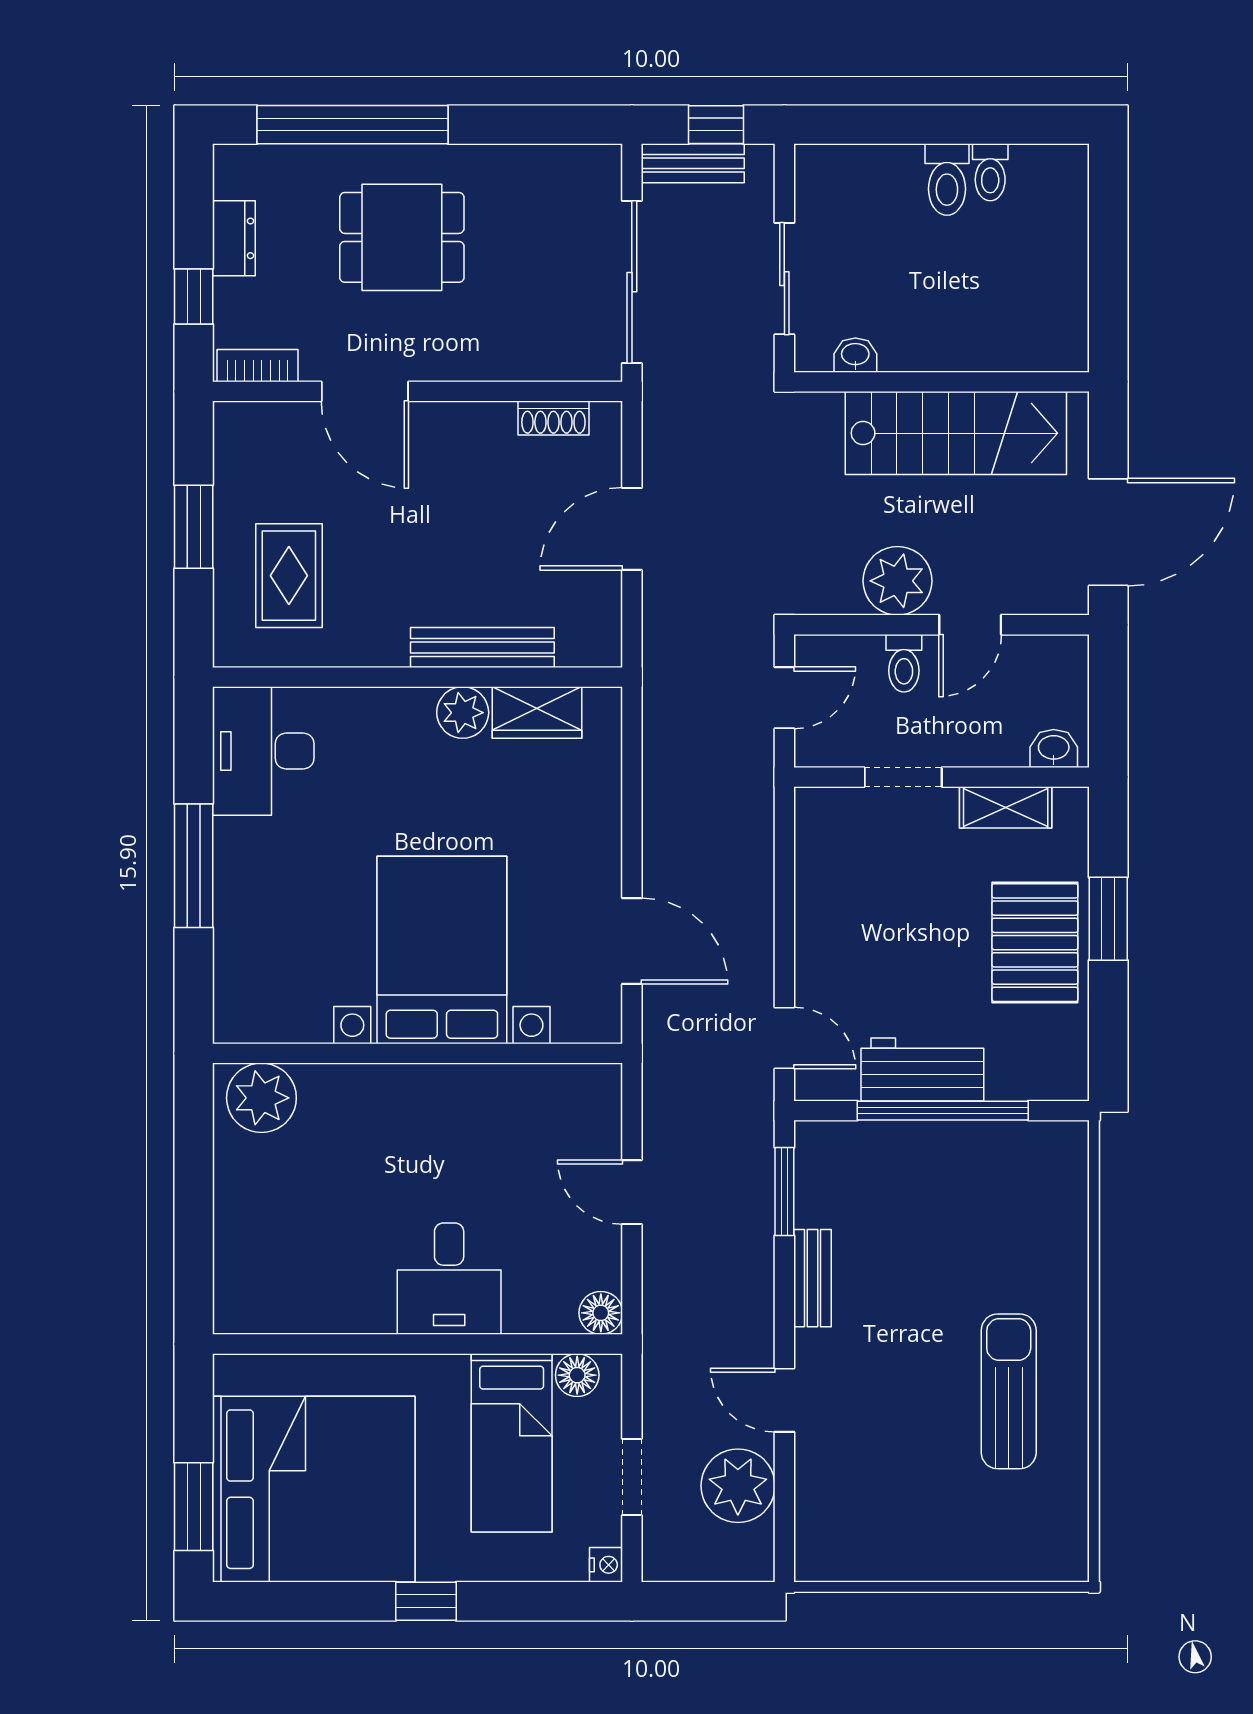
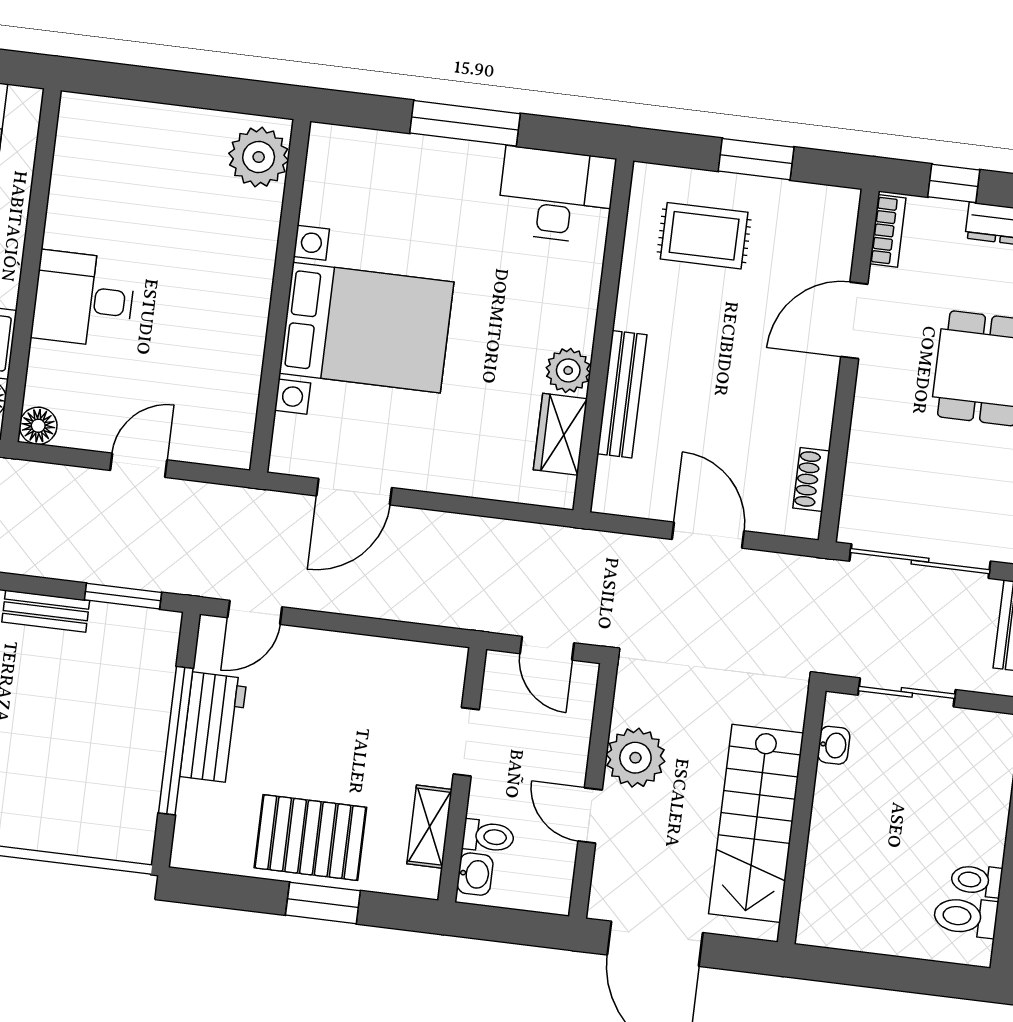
toilet: (947, 180) -> (966, 917), moved
toilet: (904, 663) -> (488, 836), moved, turned 180

